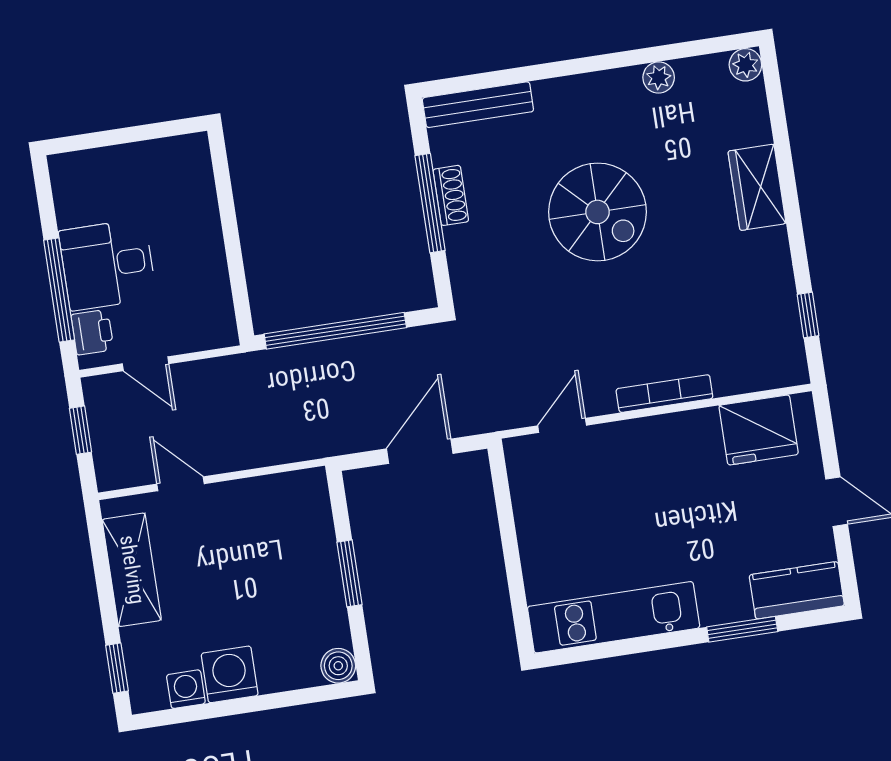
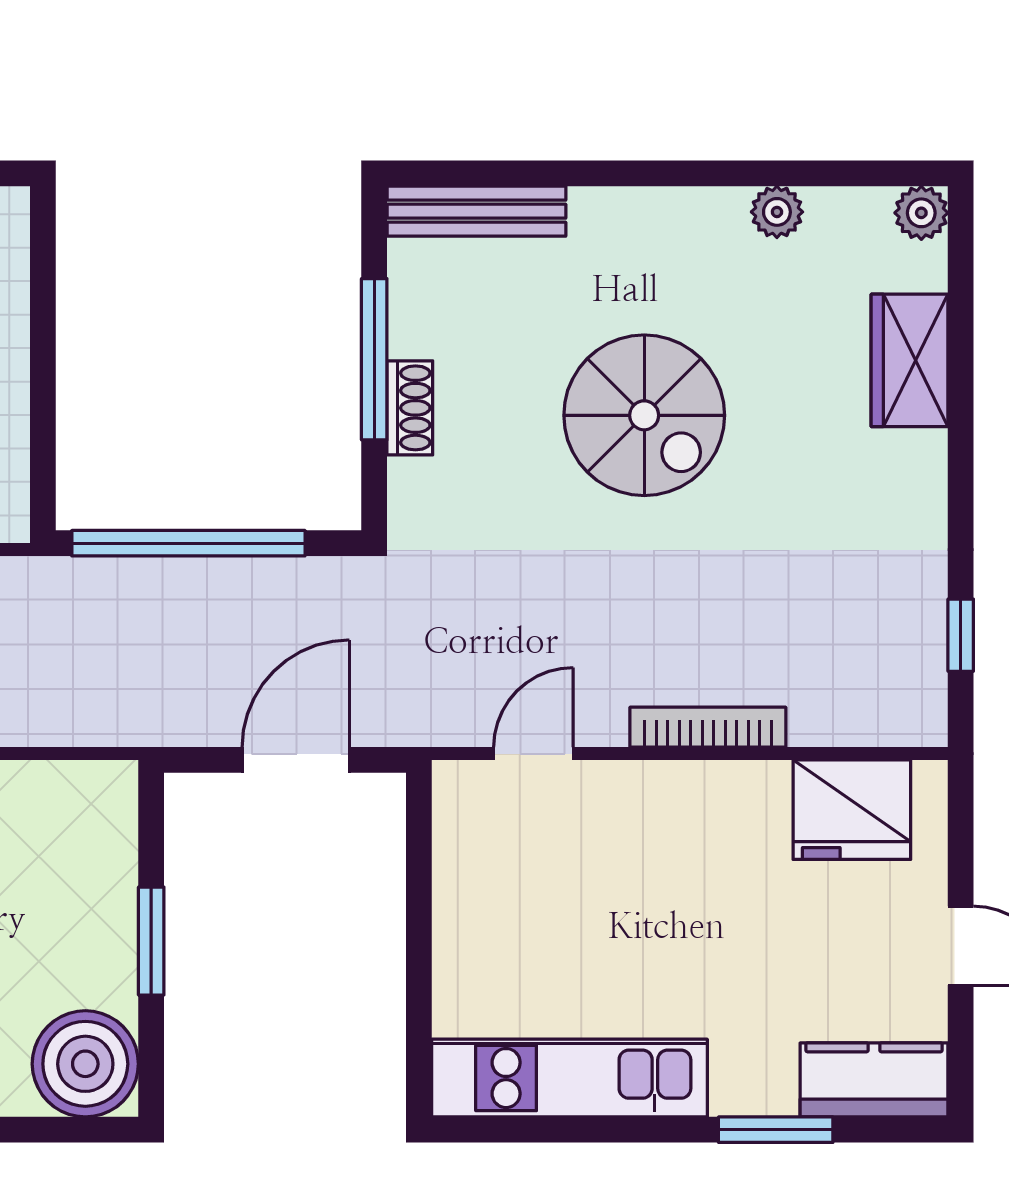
wardrobe: (757, 187) -> (910, 360), moved
shoe rack: (451, 195) -> (410, 408), moved
boiler: (338, 666) -> (85, 1064), width x1.86, depth x1.86

